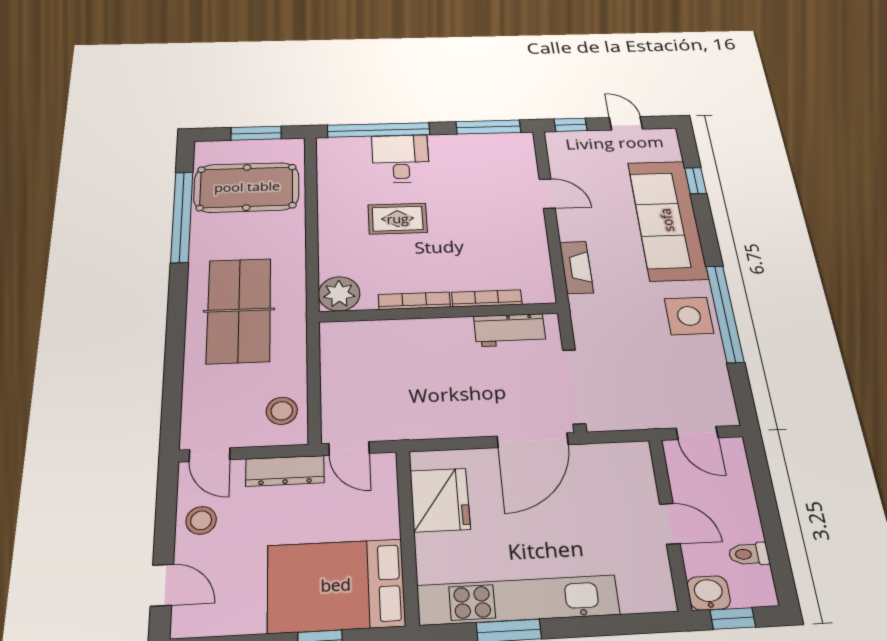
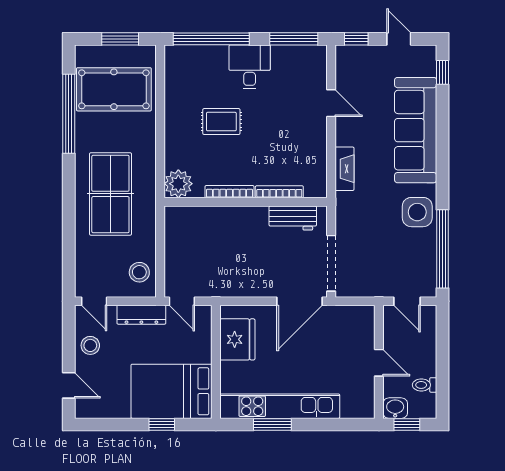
desk: (401, 159) -> (250, 67), moved
window: (696, 181) -> (443, 72), moved
window: (725, 313) -> (443, 249), moved

